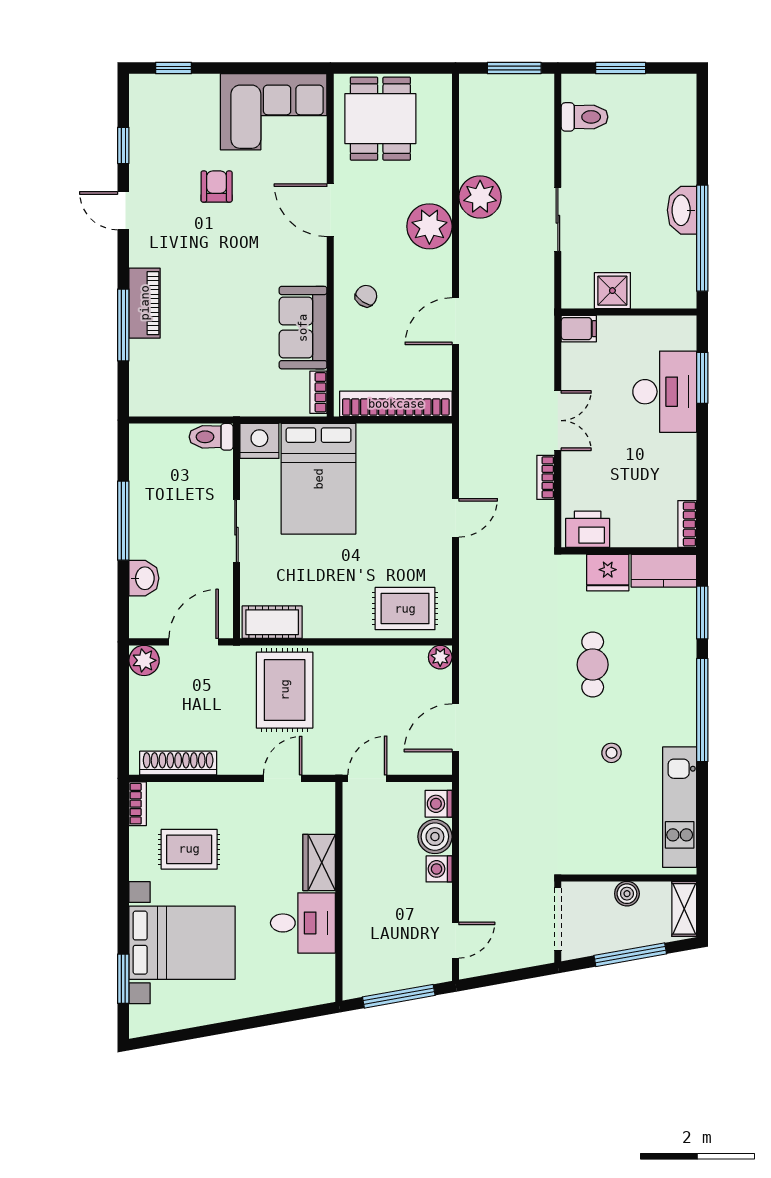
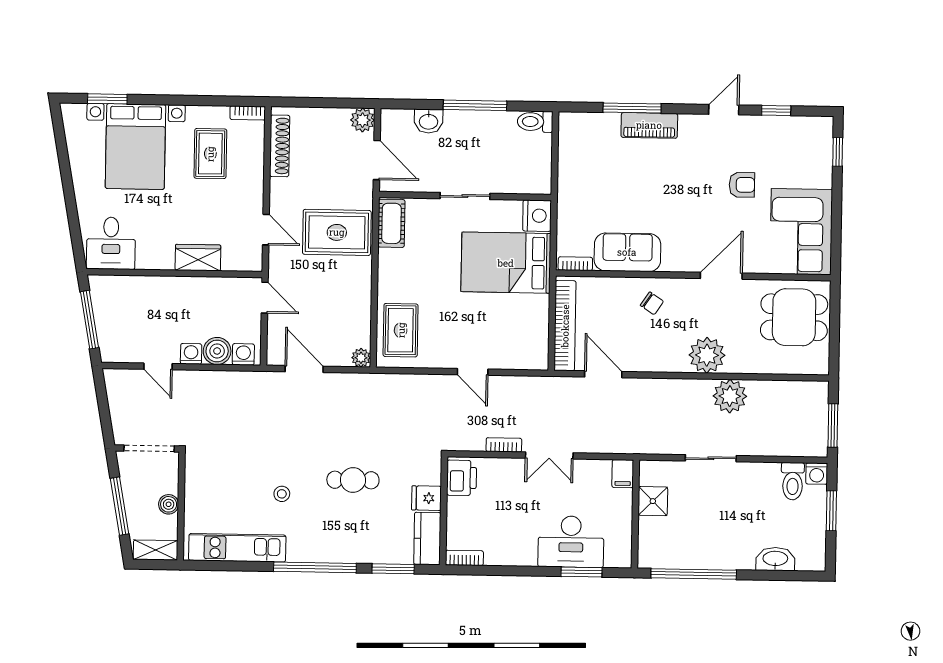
washing machine: (575, 87) -> (817, 474), added
washbasin: (682, 210) -> (775, 559), moved
door: (455, 321) -> (603, 374), moved
toilet: (211, 437) -> (535, 122), moved, turned -90
fridge: (608, 573) -> (426, 498), width x0.72
desk: (303, 923) -> (111, 243), moved
door: (455, 940) -> (158, 366), moved

